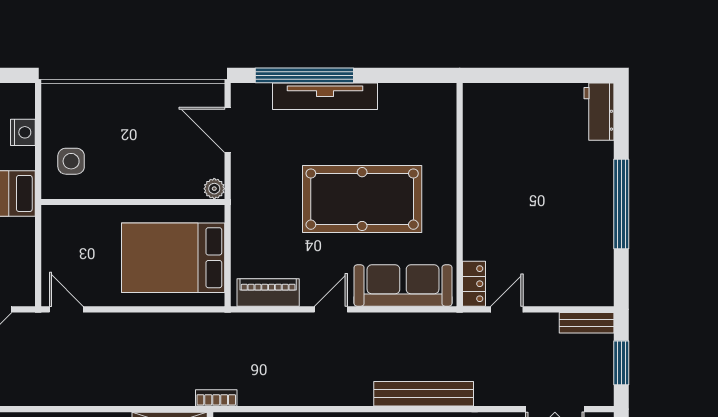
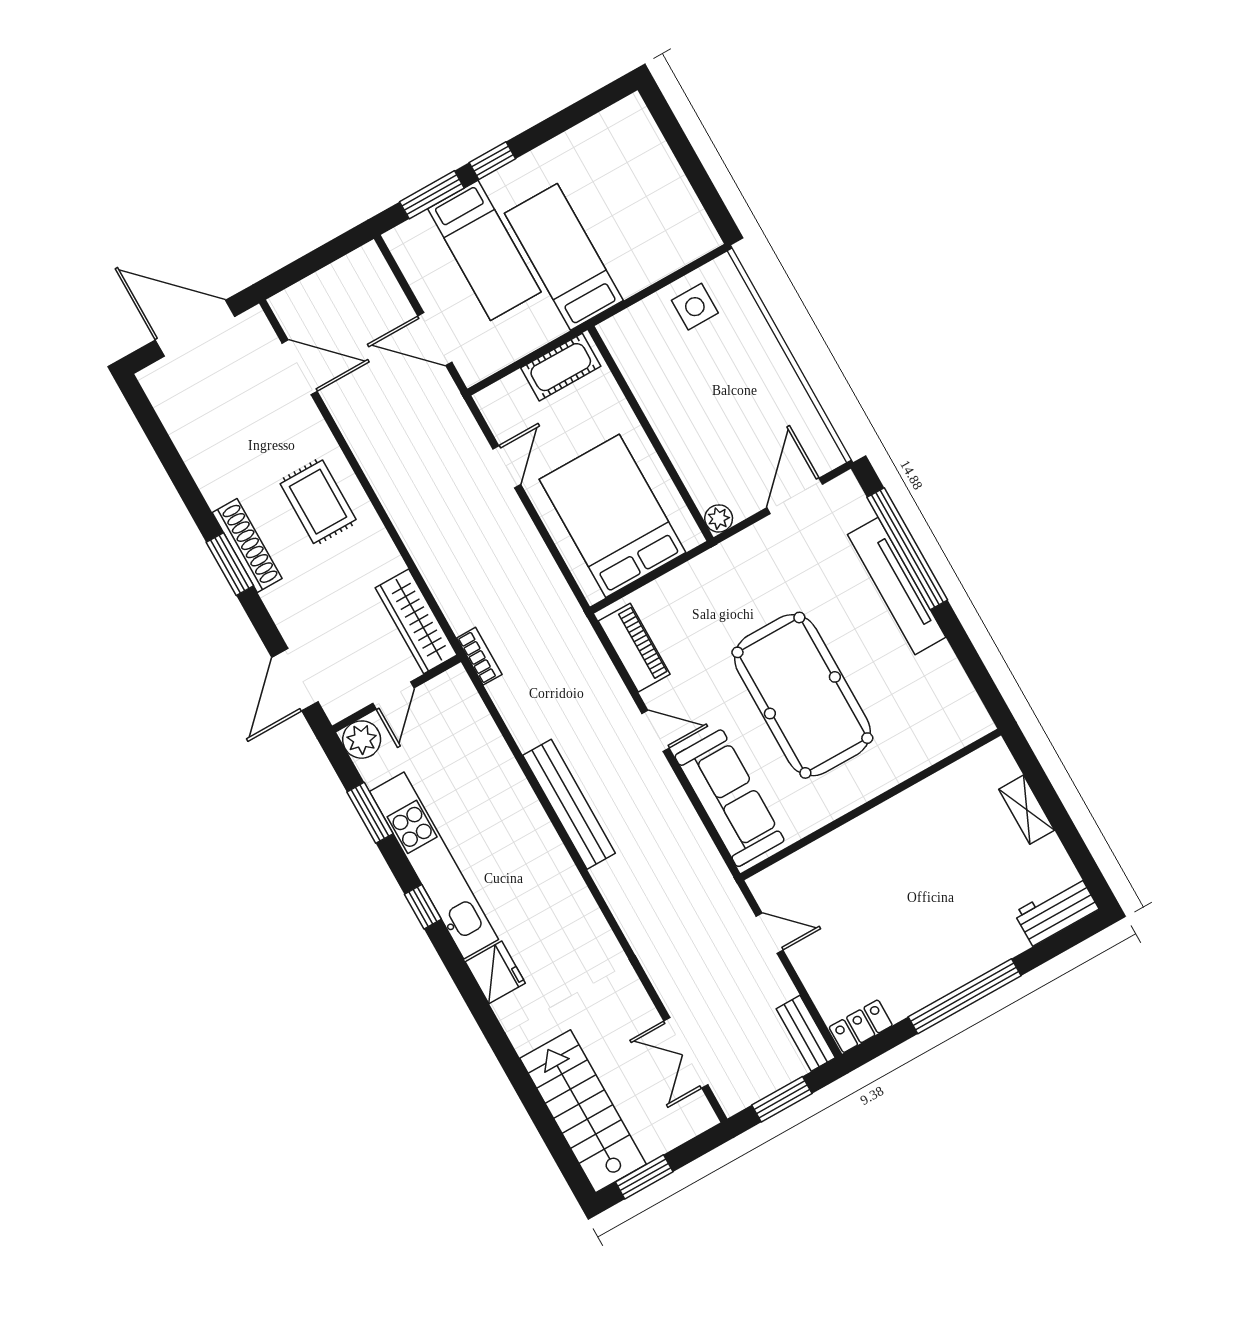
shelving: (521, 94) -> (1027, 810), added
nightstand: (23, 132) -> (659, 262), removed
side table: (71, 161) -> (695, 307), moved
cot: (56, 237) -> (561, 367), added
locker: (474, 284) -> (861, 1026), moved, turned 180
door: (66, 309) -> (507, 467), moved
bench: (424, 394) -> (569, 804), moved

